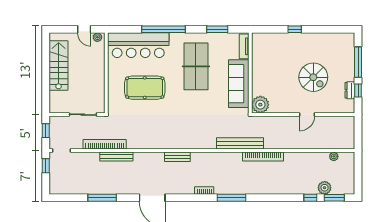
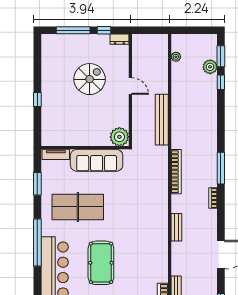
dresser: (350, 90) -> (119, 39), moved
bench: (240, 143) -> (162, 120), moved
bookcase: (263, 157) -> (176, 172), moved

